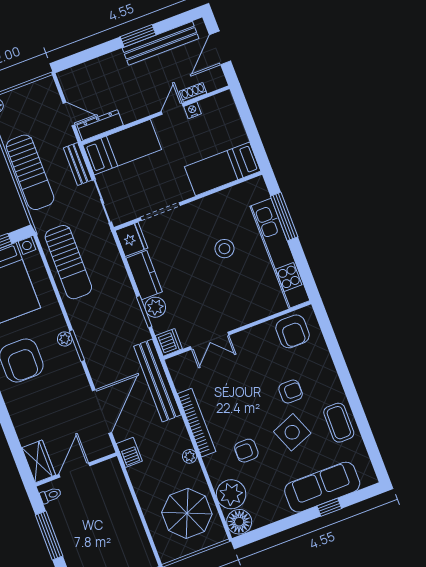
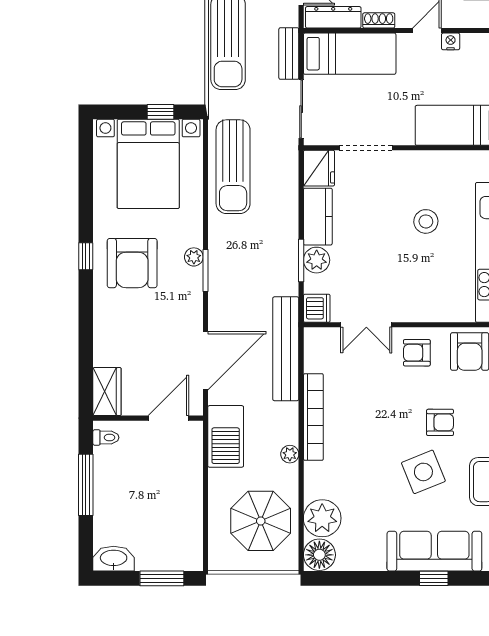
shoe rack: (193, 92) -> (379, 20), moved
armchair: (246, 451) -> (417, 353), moved
barbecue: (129, 452) -> (226, 436), width x1.88, depth x1.53
door: (74, 470) -> (168, 418), moved

